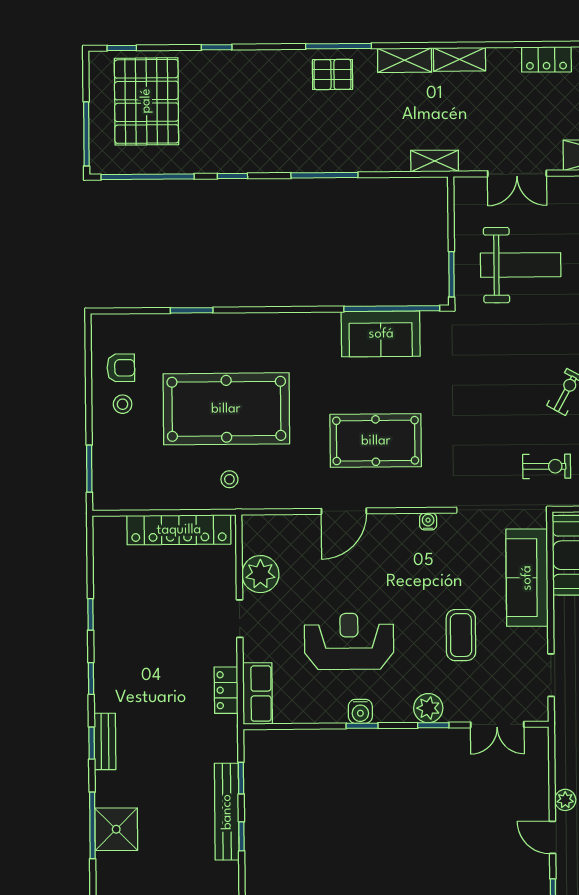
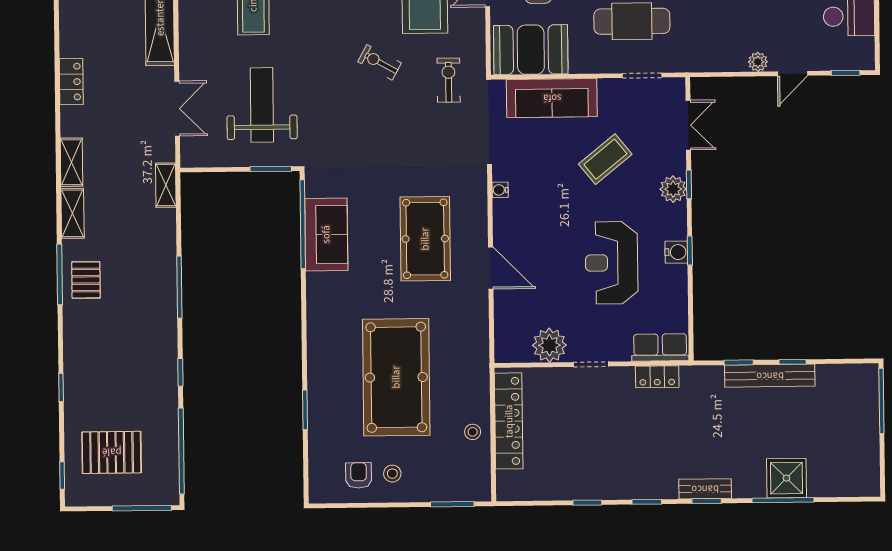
pallet: (146, 101) -> (112, 452), width x0.73, depth x0.71
stool: (229, 479) -> (473, 432), moved
coffee table: (461, 635) -> (605, 159), turned -39

